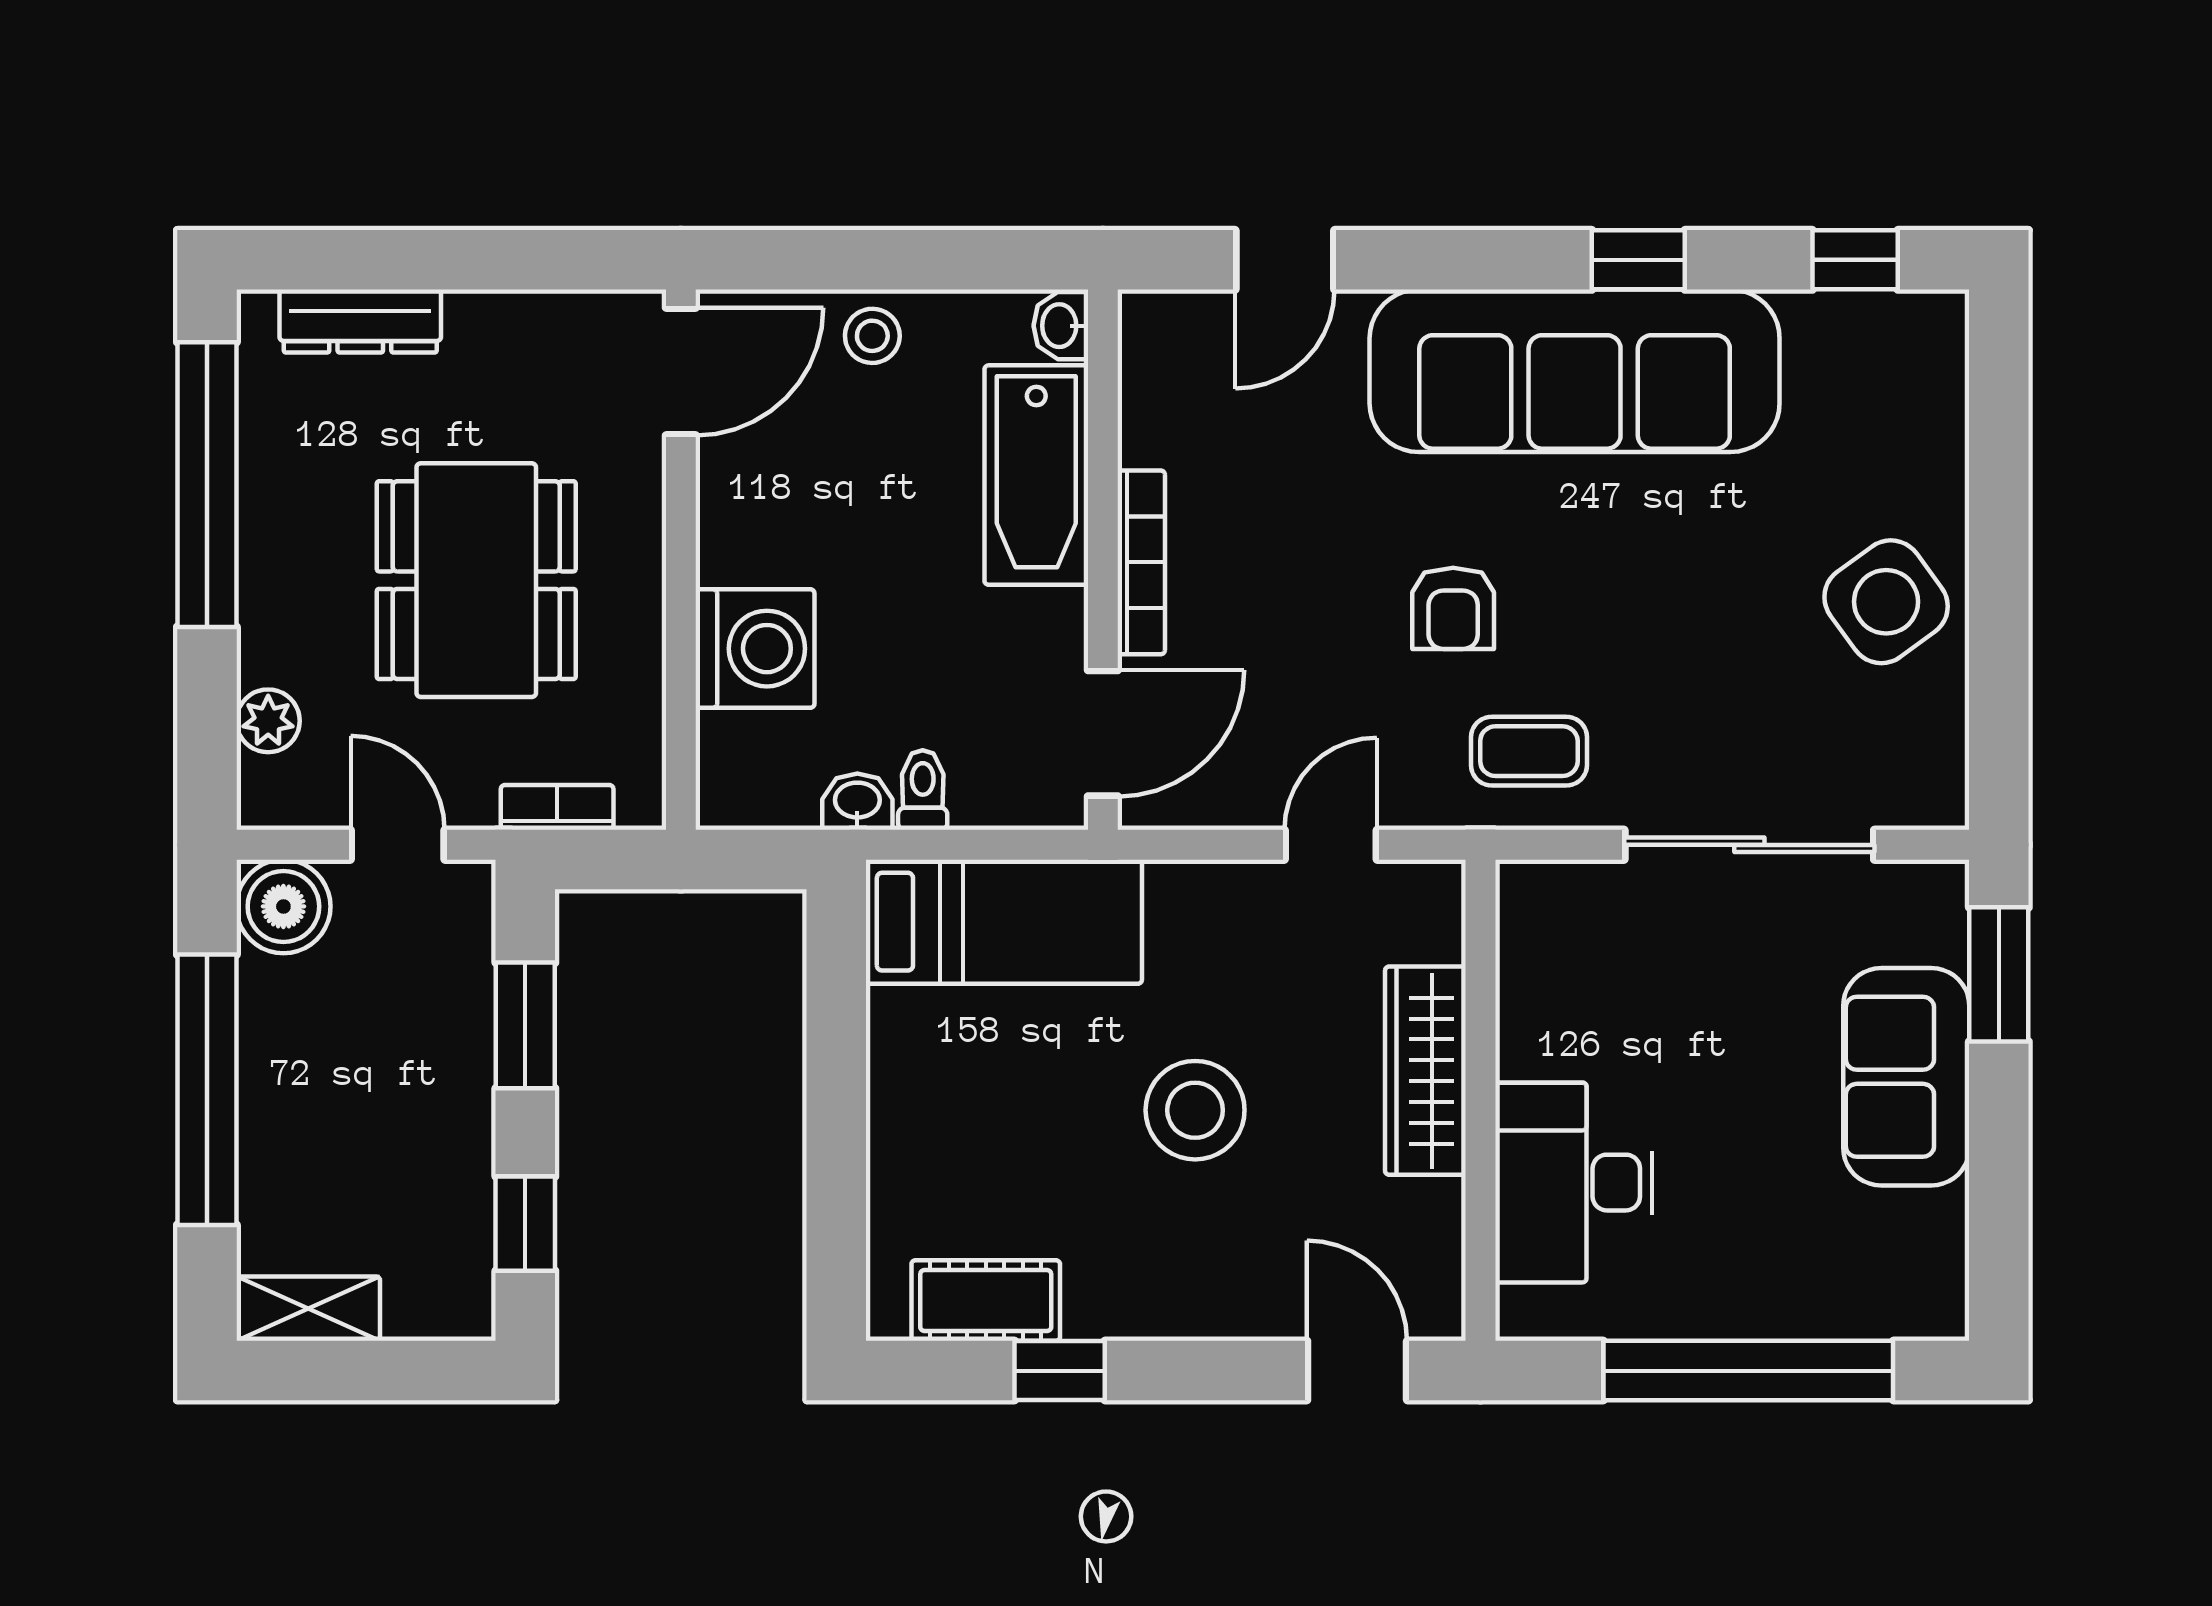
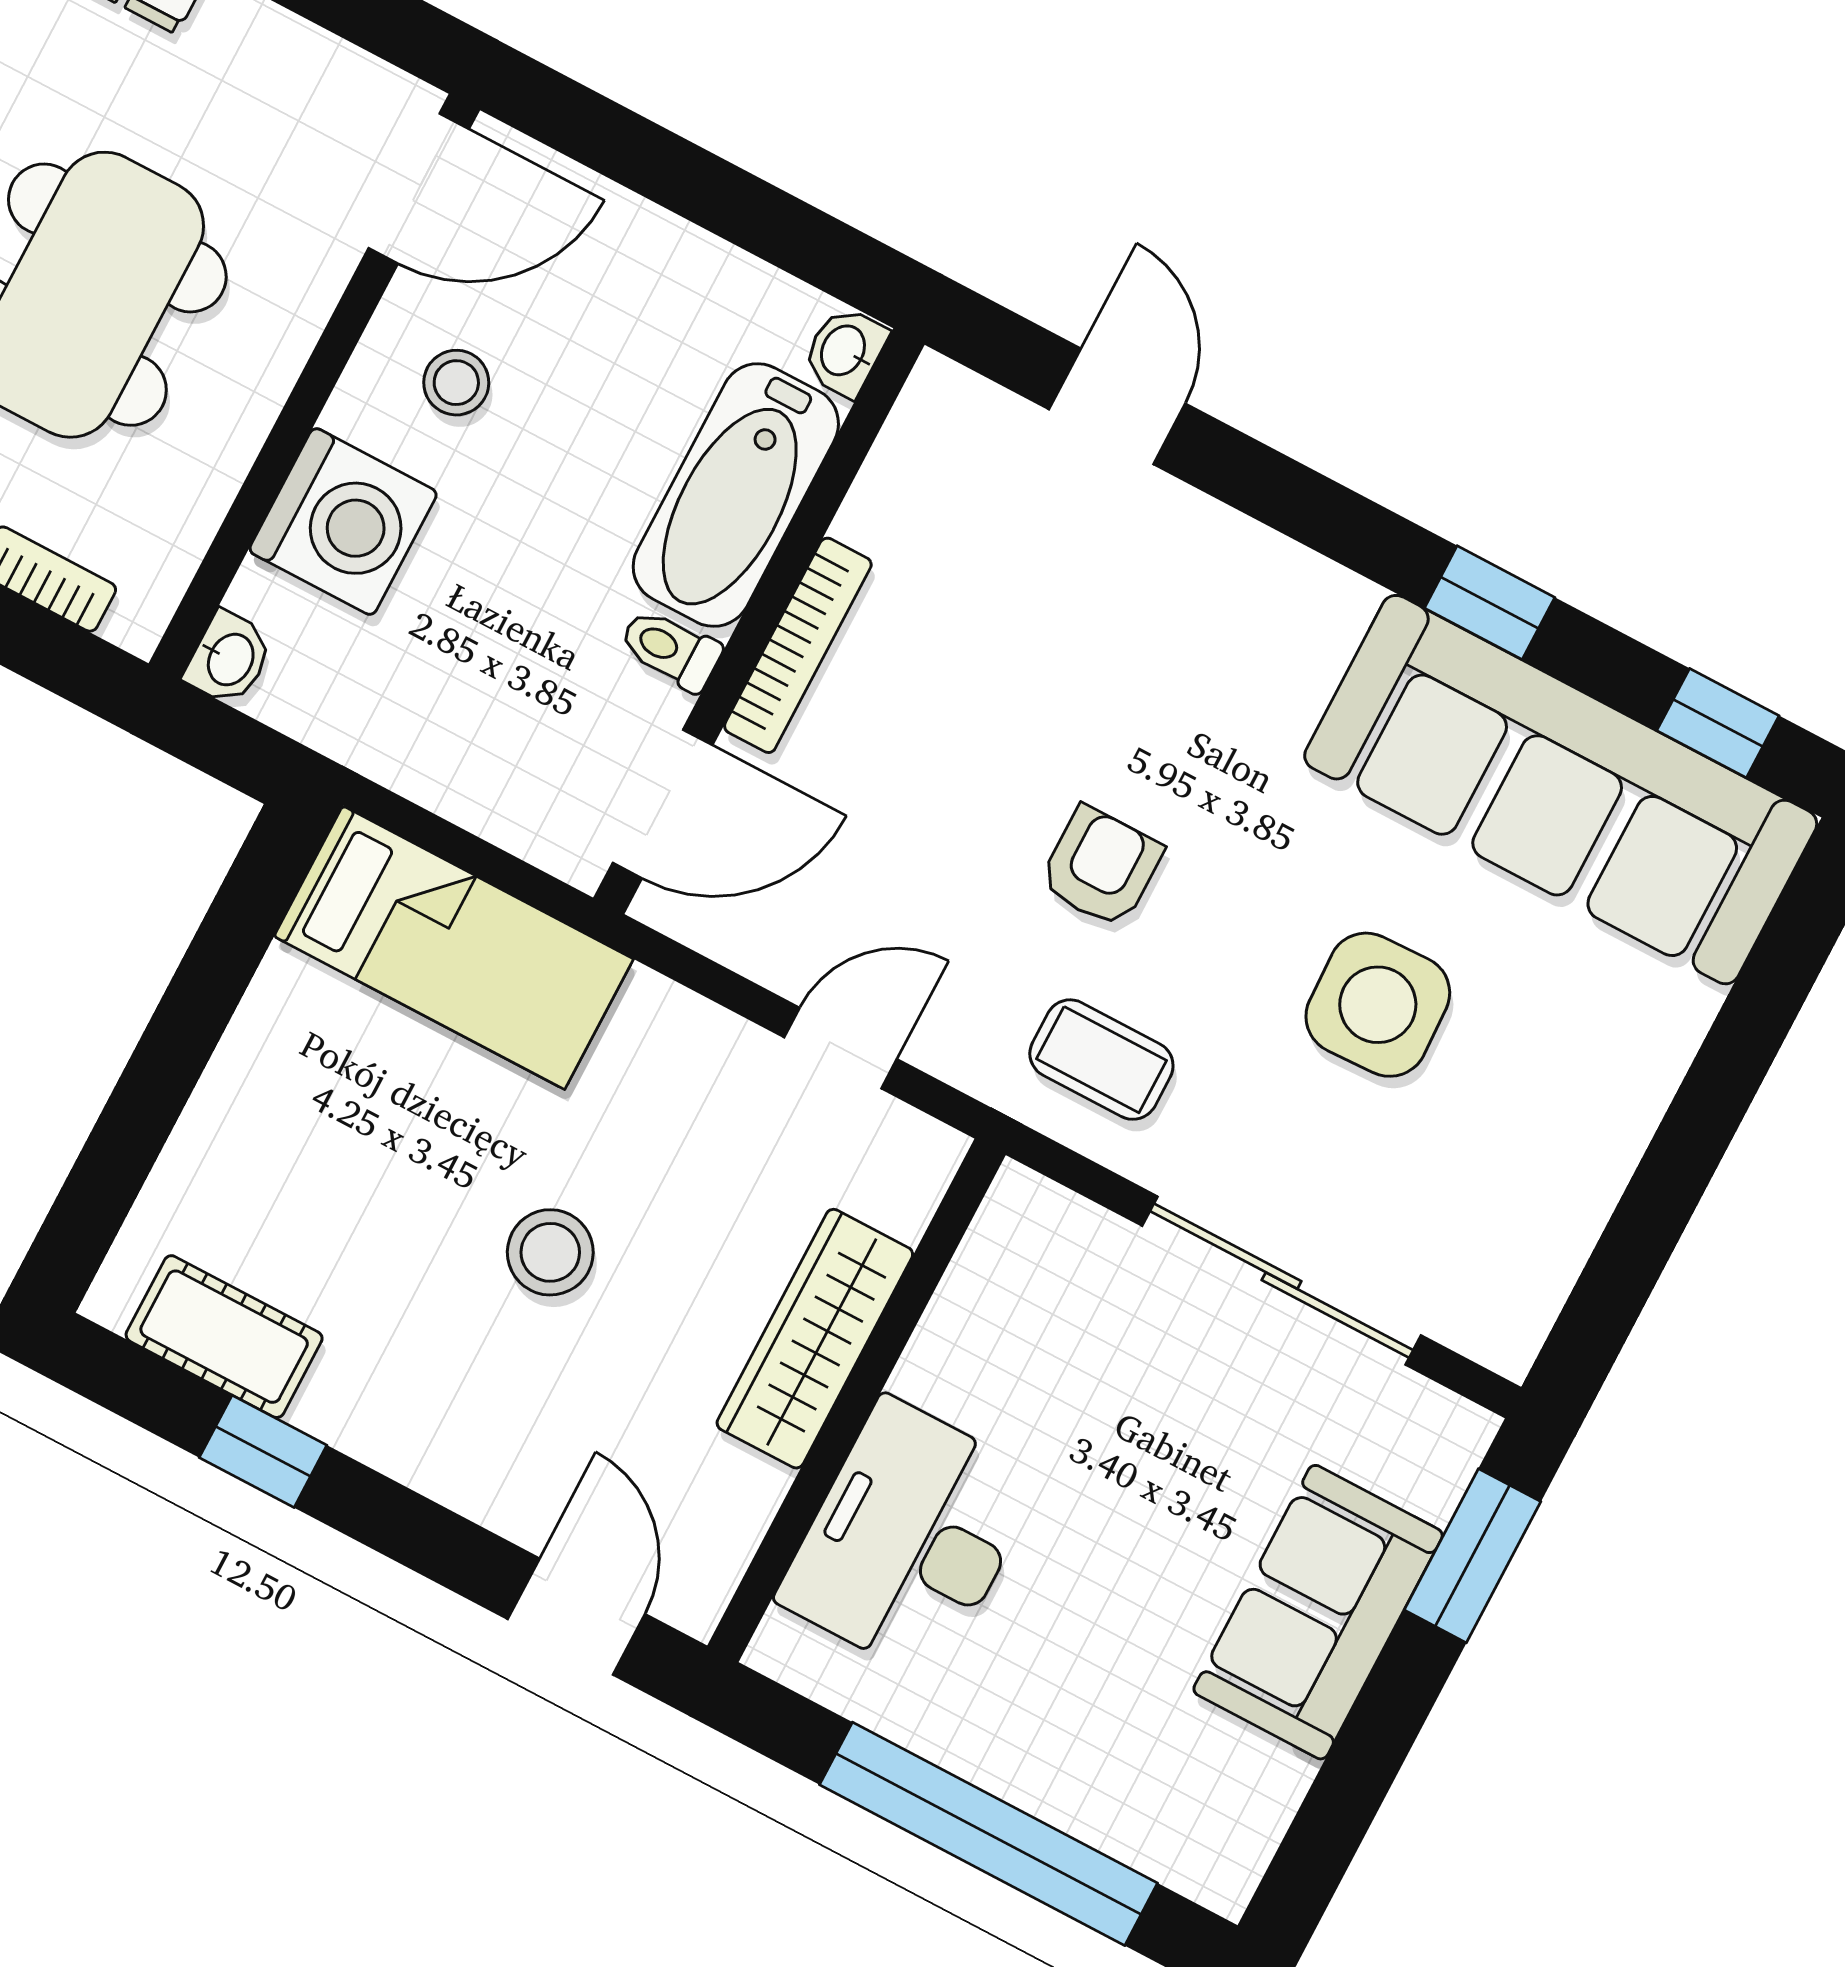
door: (1285, 260) -> (1117, 406), swing flipped
stool: (872, 336) -> (456, 383), moved
sofa: (1575, 371) -> (1561, 790), moved
side table: (1886, 602) -> (1378, 1005), moved, turned 34
armchair: (1453, 608) -> (1101, 867), turned 180
toilet: (923, 790) -> (670, 649), moved, turned -90
washbasin: (857, 802) -> (229, 659), moved, turned 90
stool: (1195, 1110) -> (550, 1252), width x0.73, depth x0.73

